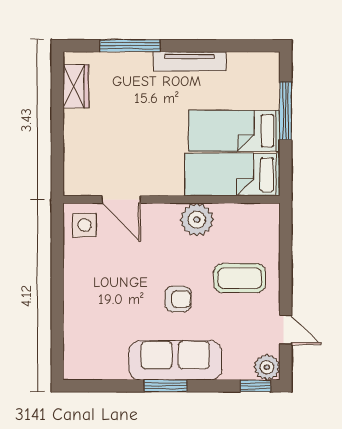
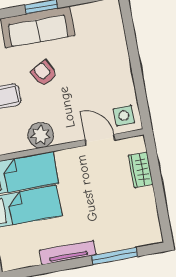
wardrobe: (76, 86) -> (141, 170), moved
armchair: (178, 299) -> (44, 73), turned 62

